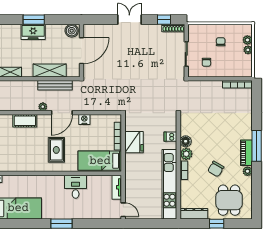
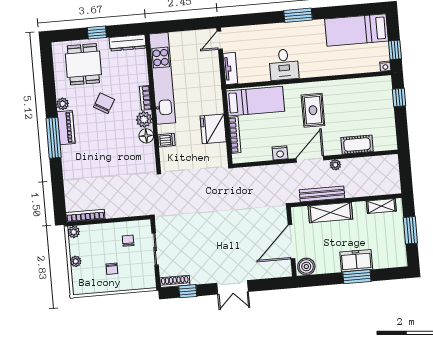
plant: (247, 40) -> (74, 232), moved
door: (123, 210) -> (220, 40), hinge flipped

